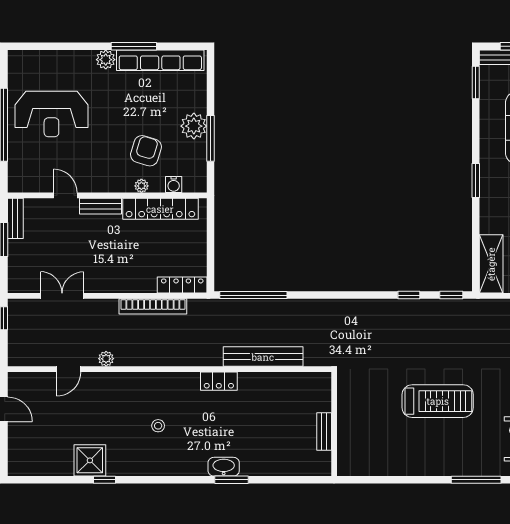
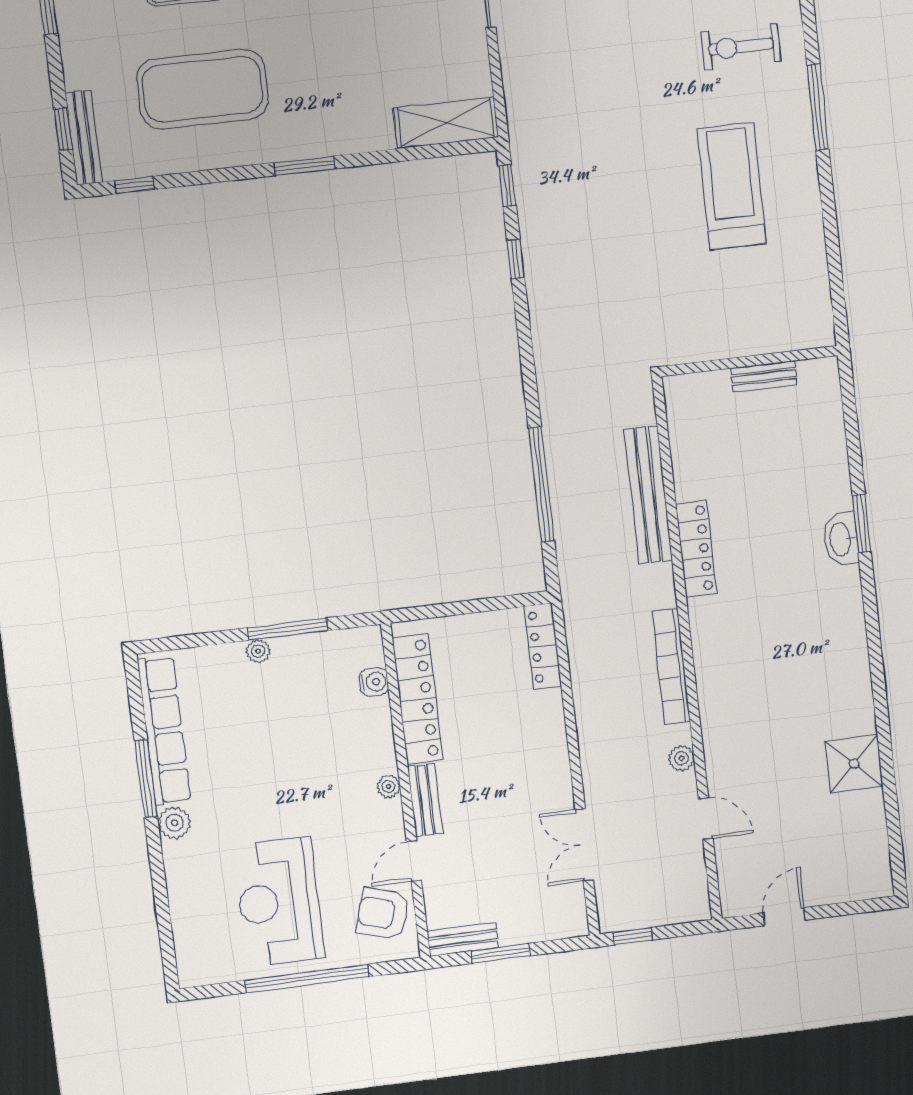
window: (476, 82) -> (134, 185), width x0.67
reception desk: (51, 114) -> (279, 902), turned 180
plant: (194, 126) -> (258, 651), width x0.53, depth x0.53
armchair: (146, 151) -> (383, 914), moved
plant: (141, 186) -> (388, 786), moved
window: (253, 295) -> (541, 484), moved
bookcase: (153, 306) -> (671, 667), moved, turned 180
locker: (219, 381) -> (696, 549), width x1.53
treadmill: (438, 401) -> (732, 186), moved
stool: (158, 426) -> (784, 657), removed
window: (105, 480) -> (884, 735), removed

